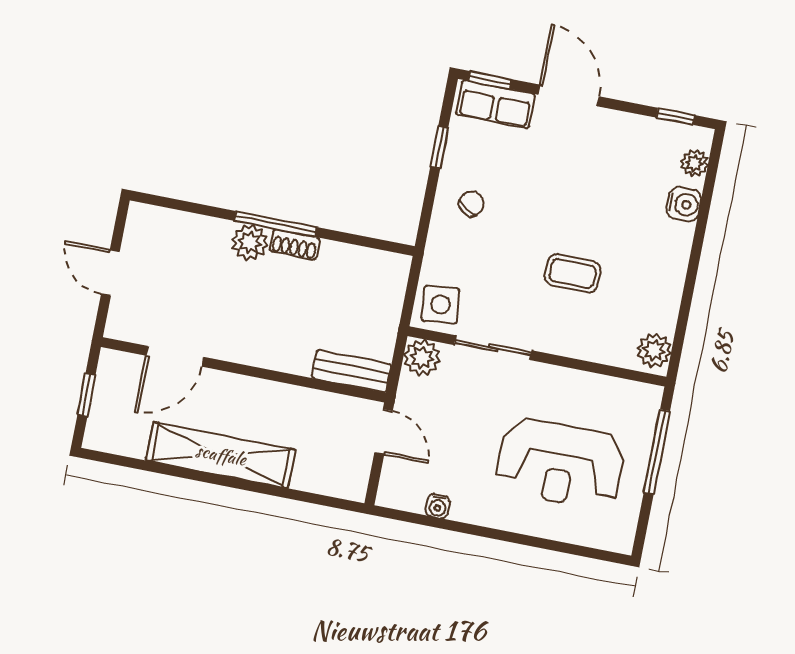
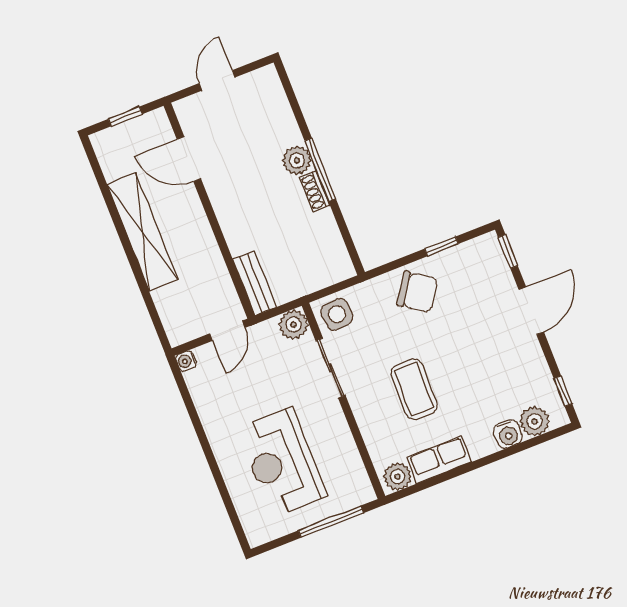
row of seats: (496, 104) -> (439, 460), moved, turned 90
plant: (695, 163) -> (535, 421), width x1.38, depth x1.38
chair: (471, 204) -> (417, 292), width x1.87, depth x1.87
coffee table: (573, 273) -> (414, 389), width x1.36, depth x1.30
water cooler: (438, 506) -> (186, 361), moved

